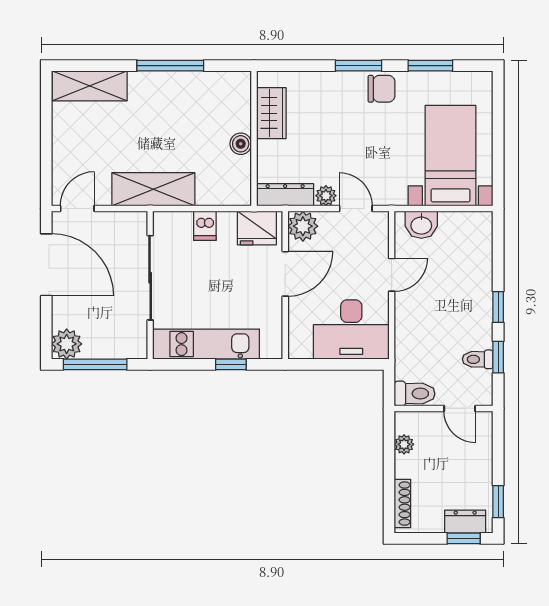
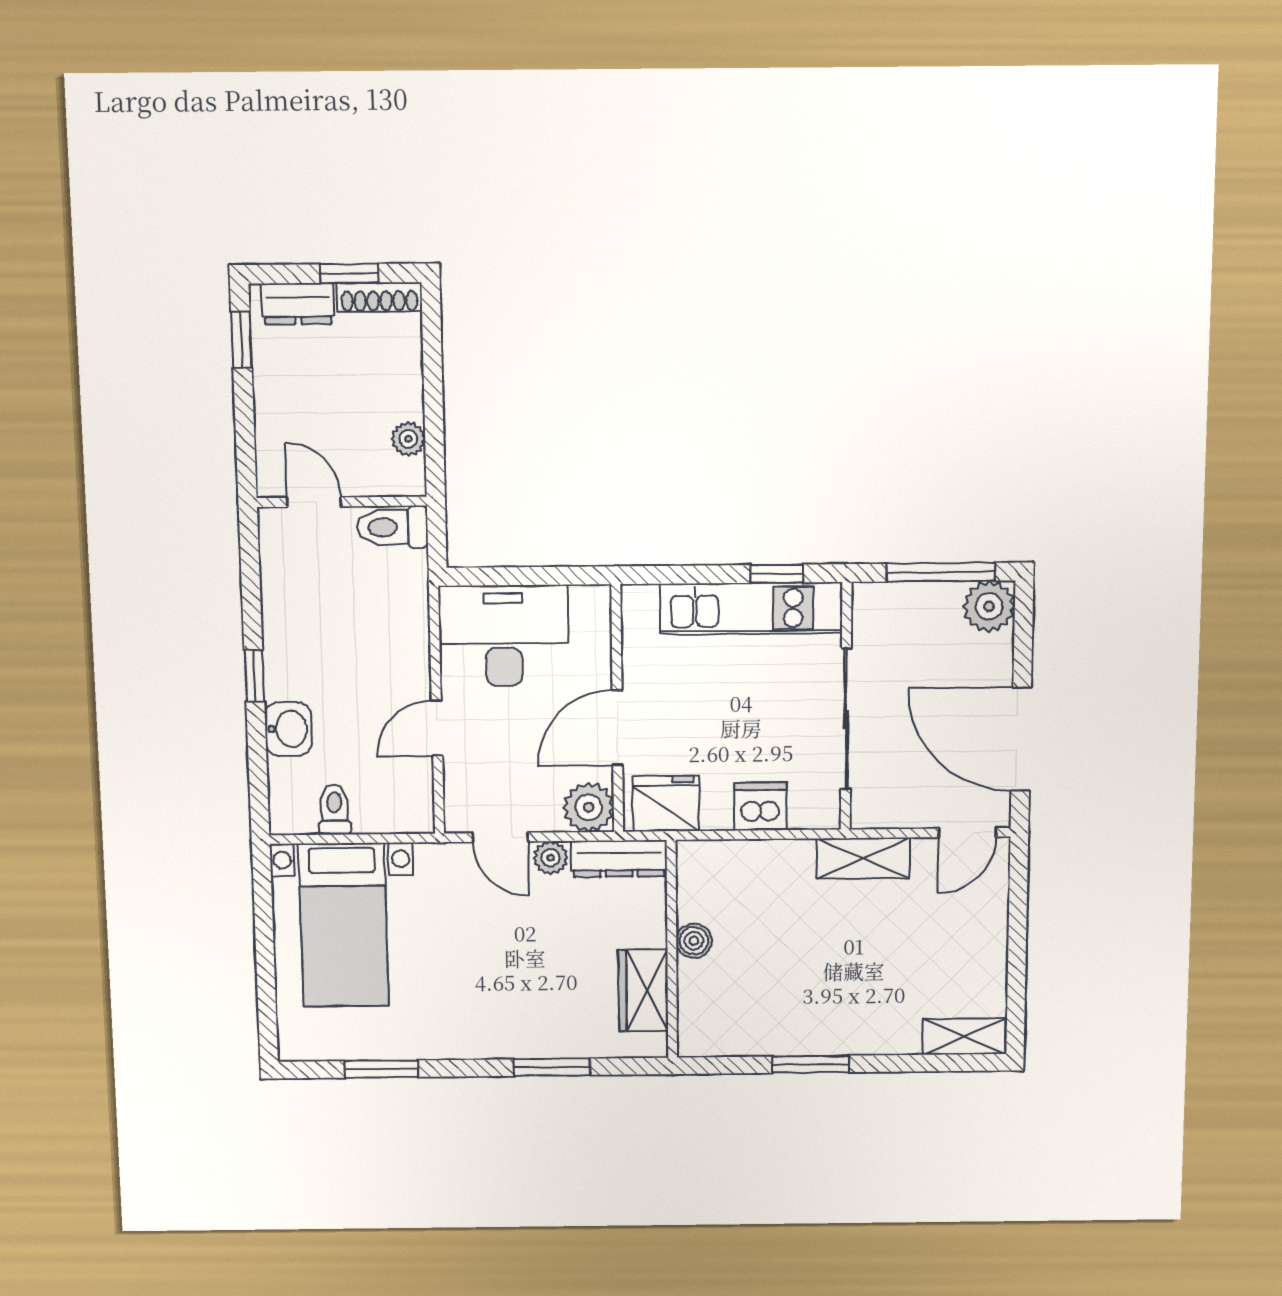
window: (170, 66) -> (811, 1064), width x0.69
window: (358, 66) -> (552, 1067), moved
shelving: (90, 86) -> (964, 1037), width x0.67, depth x0.75
chair: (381, 89) -> (461, 1031), removed
shelving: (153, 189) -> (863, 858), width x0.67, depth x0.75
washbasin: (421, 225) -> (288, 729), moved, turned 90
dishwasher: (205, 226) -> (761, 806), width x1.38
window: (498, 357) -> (251, 591), removed
toilet: (478, 359) -> (335, 810), moved, turned -90
window: (231, 364) -> (777, 574), moved
shoe rack: (402, 504) -> (379, 297), moved, turned -90
window: (464, 538) -> (349, 273), moved

